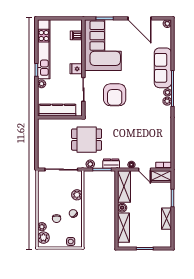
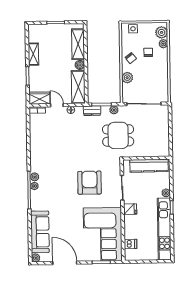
sofa: (163, 68) -> (40, 232), moved

